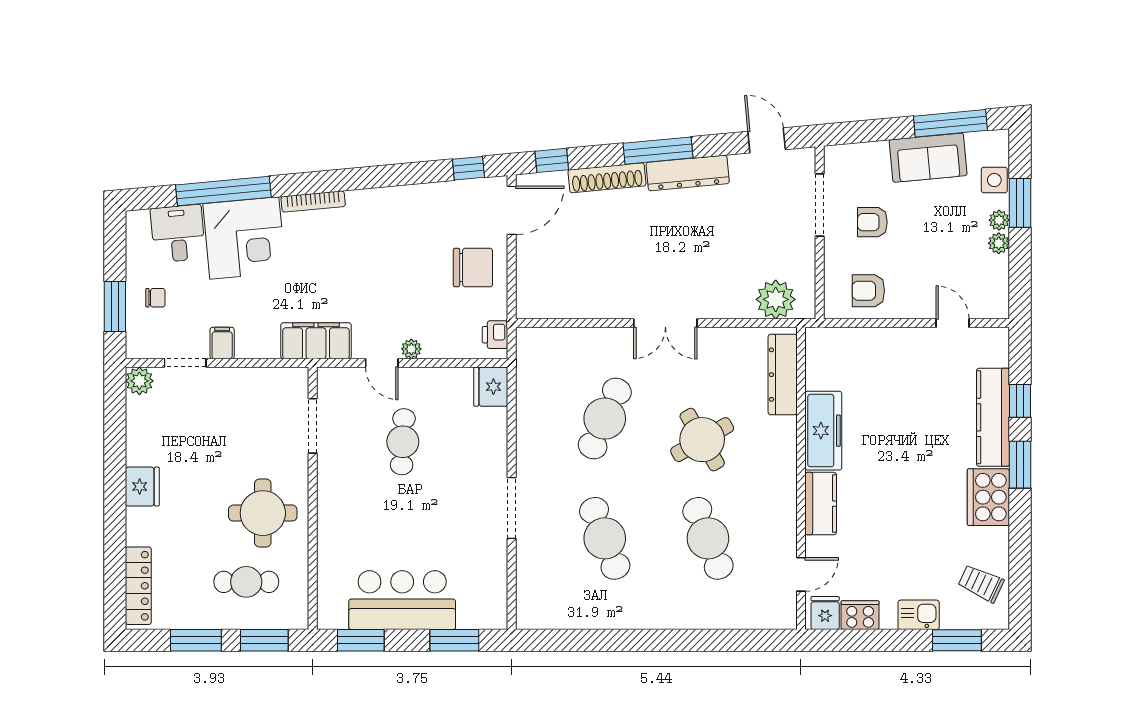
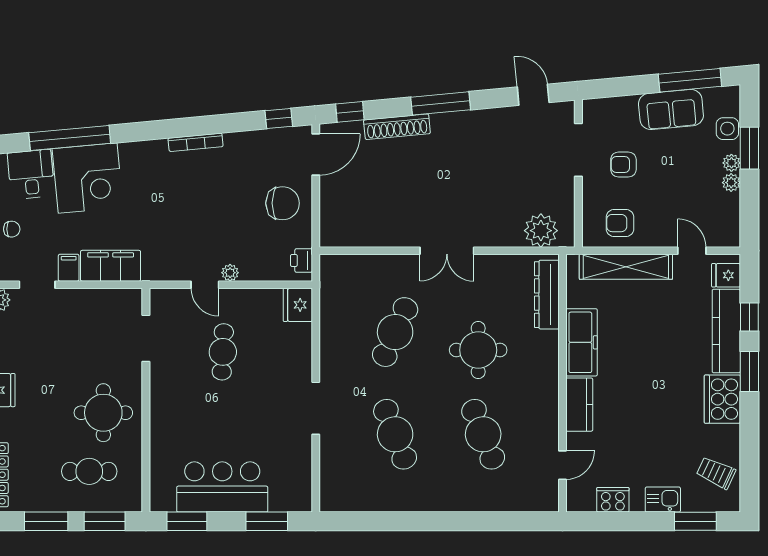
dresser: (688, 173) -> (466, 123), removed
bookcase: (313, 201) -> (196, 142), moved
filing cabinet: (316, 341) -> (111, 266), moved
shelving: (875, 342) -> (626, 267), added
round table: (702, 440) -> (478, 350), turned 30
fridge: (825, 613) -> (726, 275), moved, turned -90

